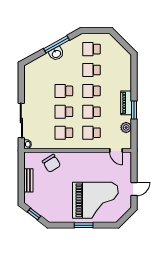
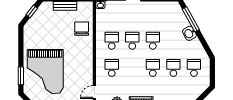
window: (56, 44) -> (191, 19), moved
school desk: (91, 112) -> (132, 68), removed
chair: (51, 163) -> (82, 29), turned 122
window: (84, 225) -> (21, 76), moved

